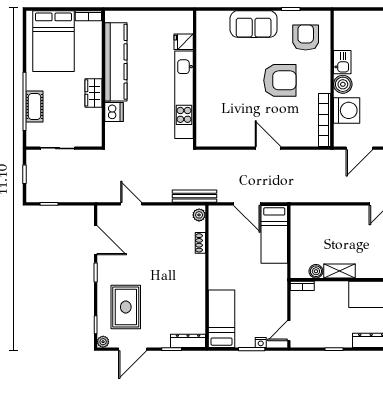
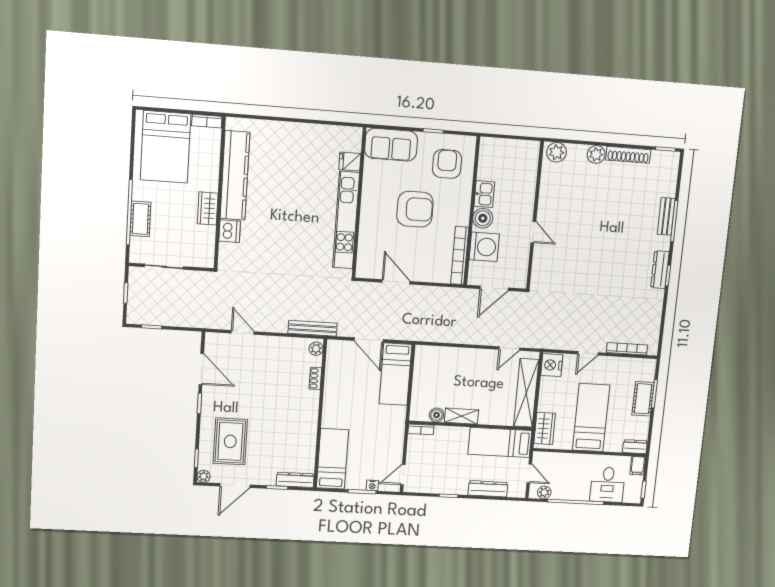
fridge: (184, 42) -> (350, 161), moved
wall: (195, 79) -> (359, 203), moved
kitchen unit: (184, 95) -> (346, 220), moved

